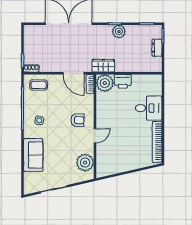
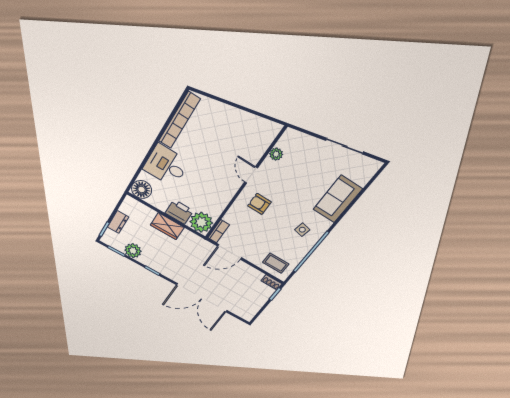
plant: (119, 31) -> (133, 251), moved
wardrobe: (103, 66) -> (167, 226), moved
door: (74, 73) -> (230, 252), swing flipped
floor lamp: (155, 82) -> (142, 190), added
door: (95, 136) -> (251, 175), hinge flipped
plant: (85, 163) -> (276, 154), width x0.53, depth x0.53

